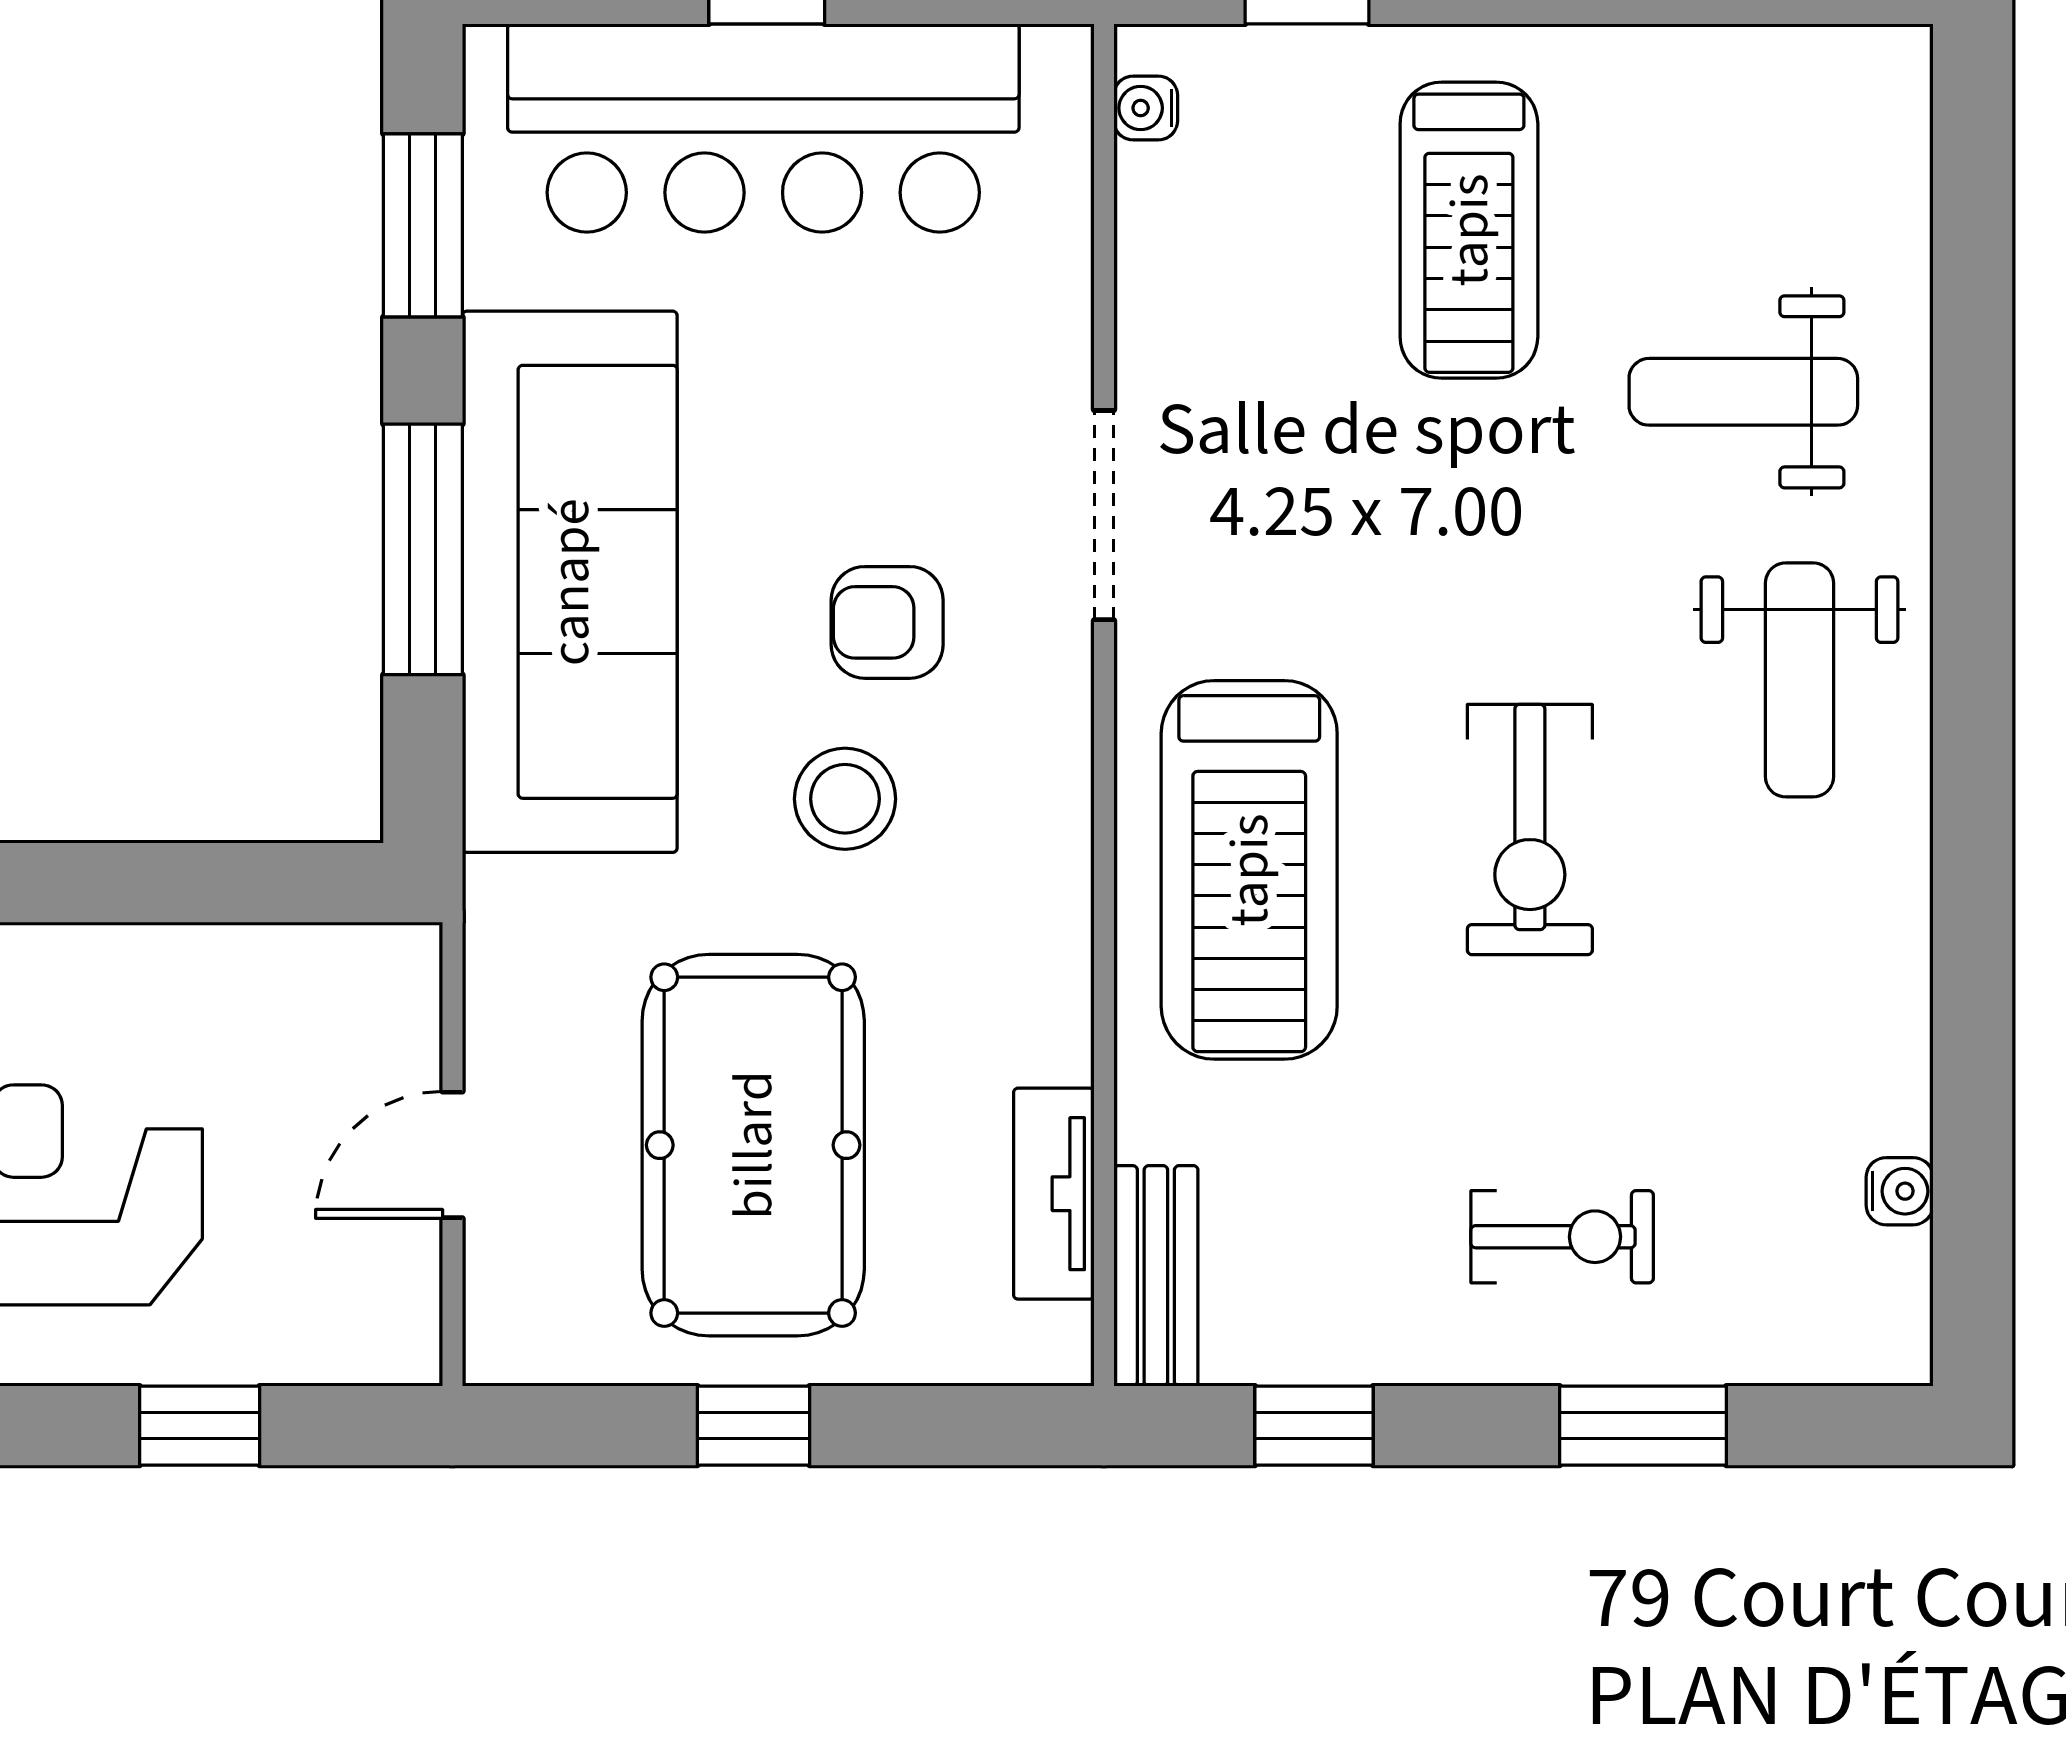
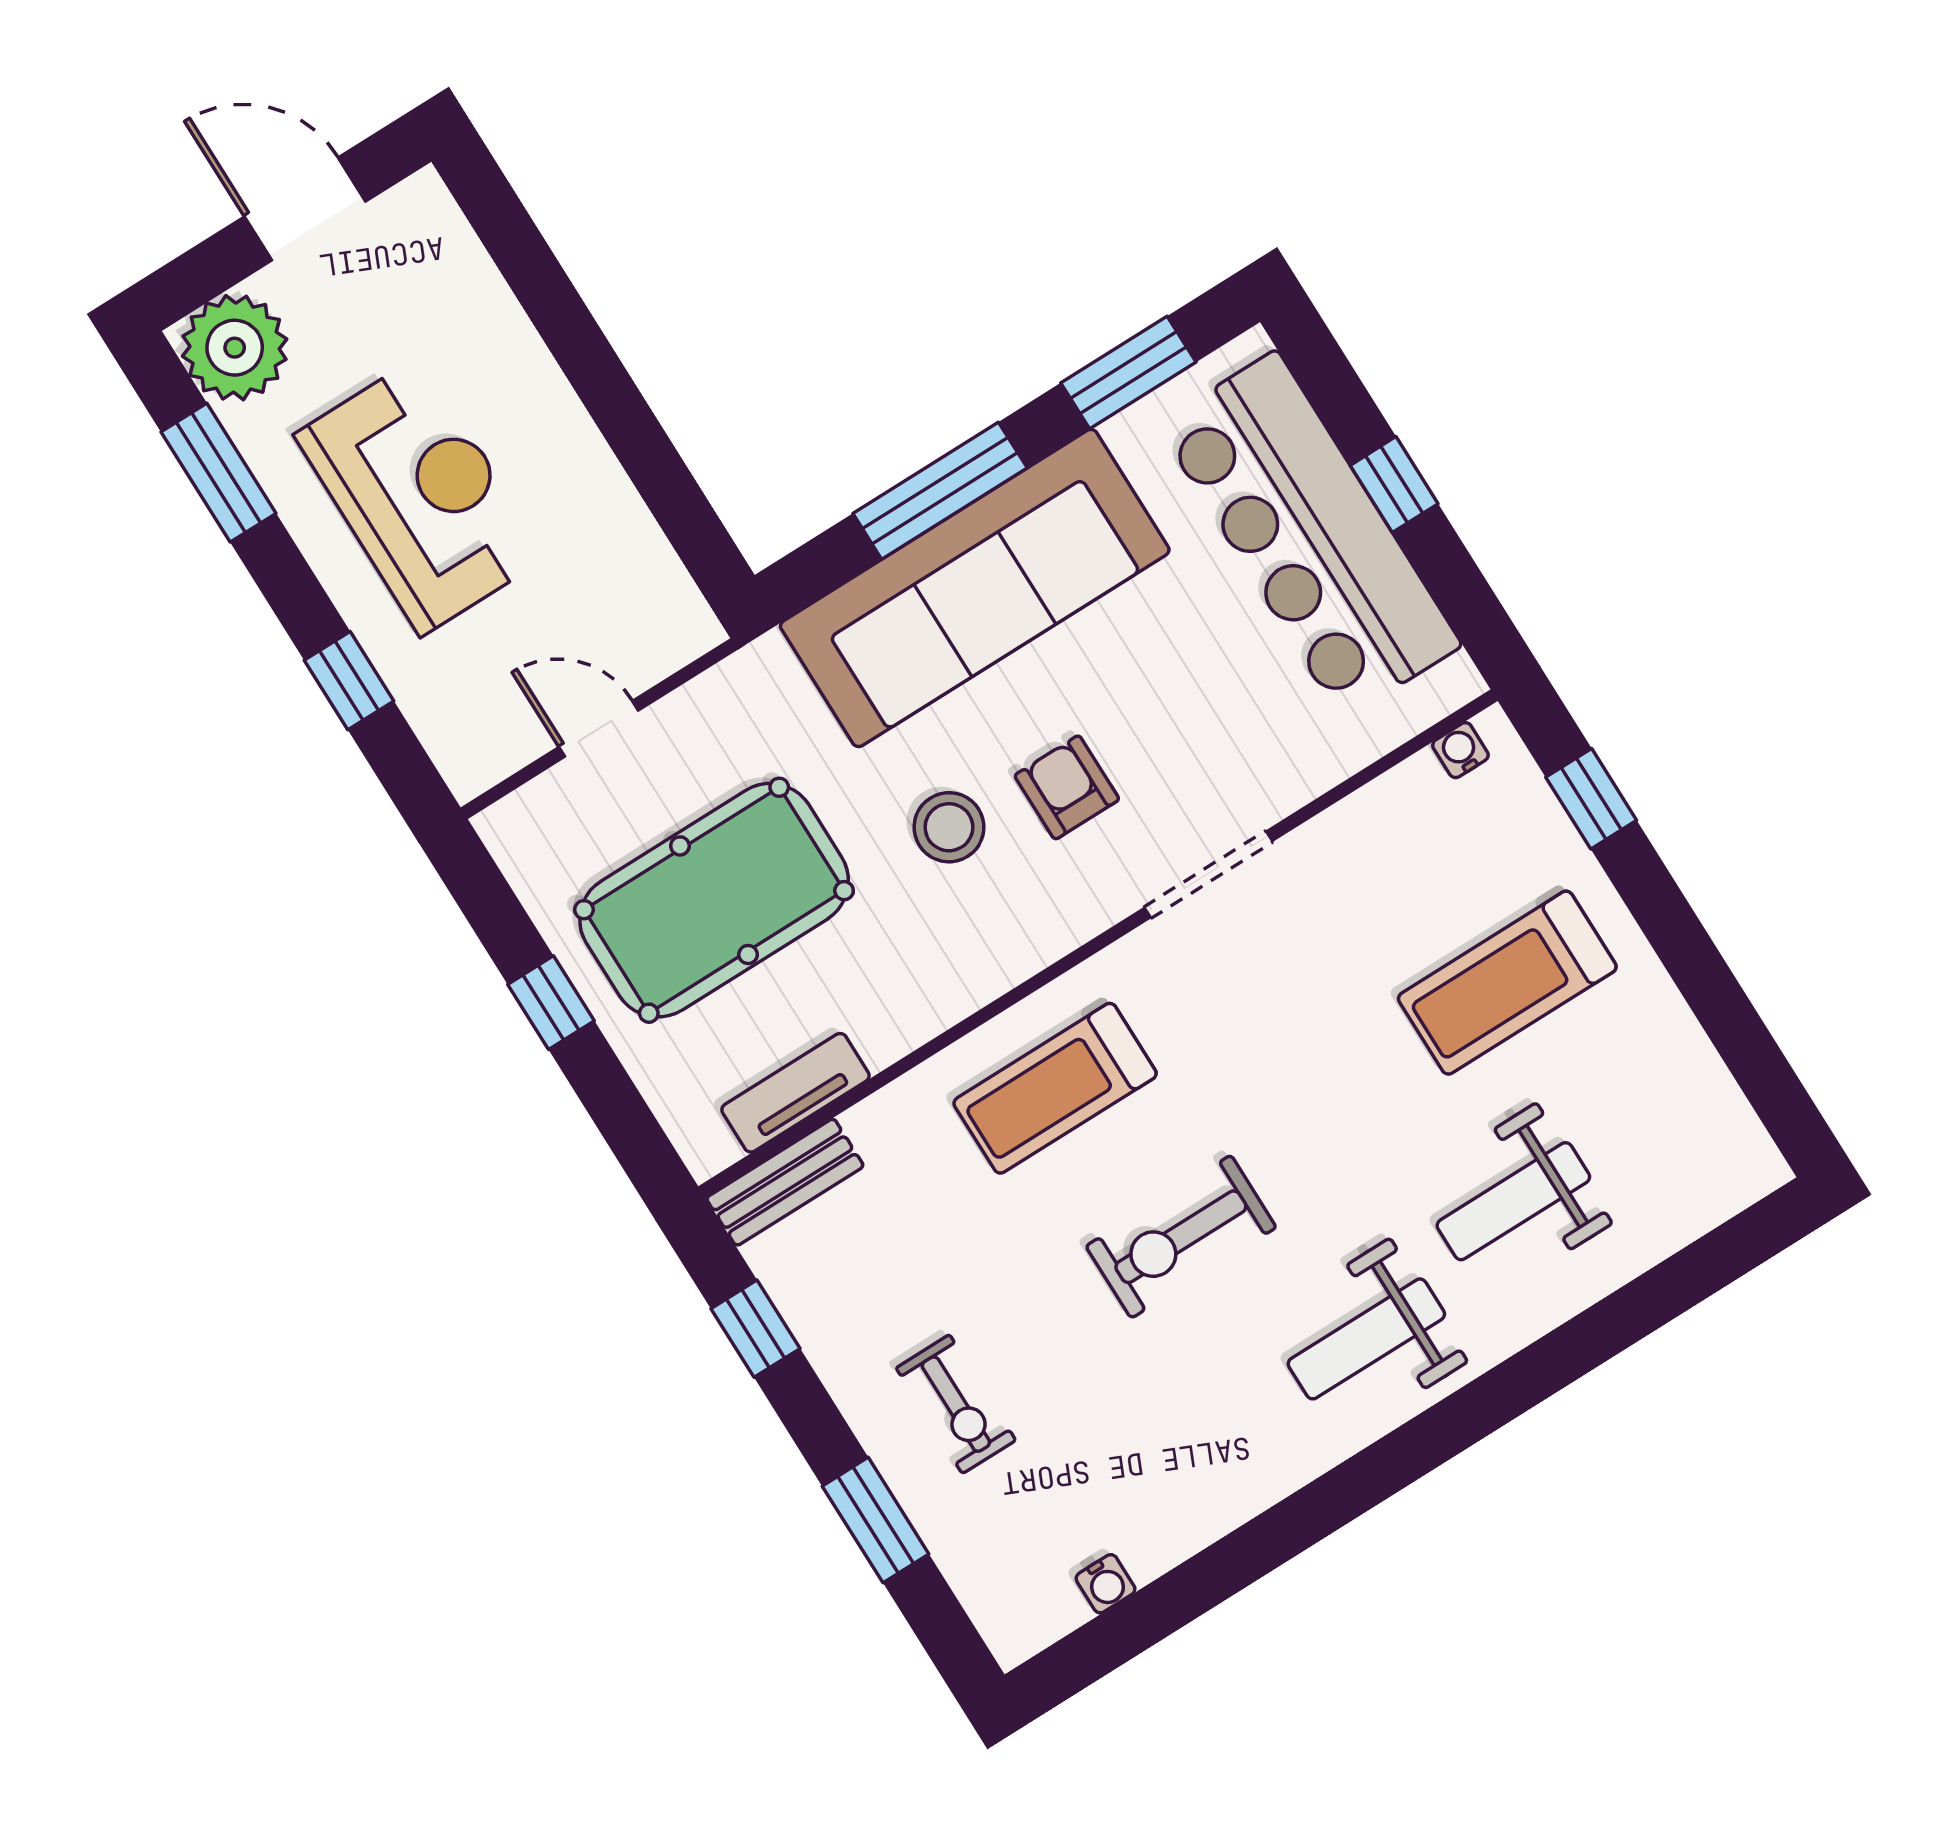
weight bench: (1743, 392) -> (1513, 1201), turned -90
treadmill: (1249, 870) -> (1055, 1088), width x0.73, depth x0.73

